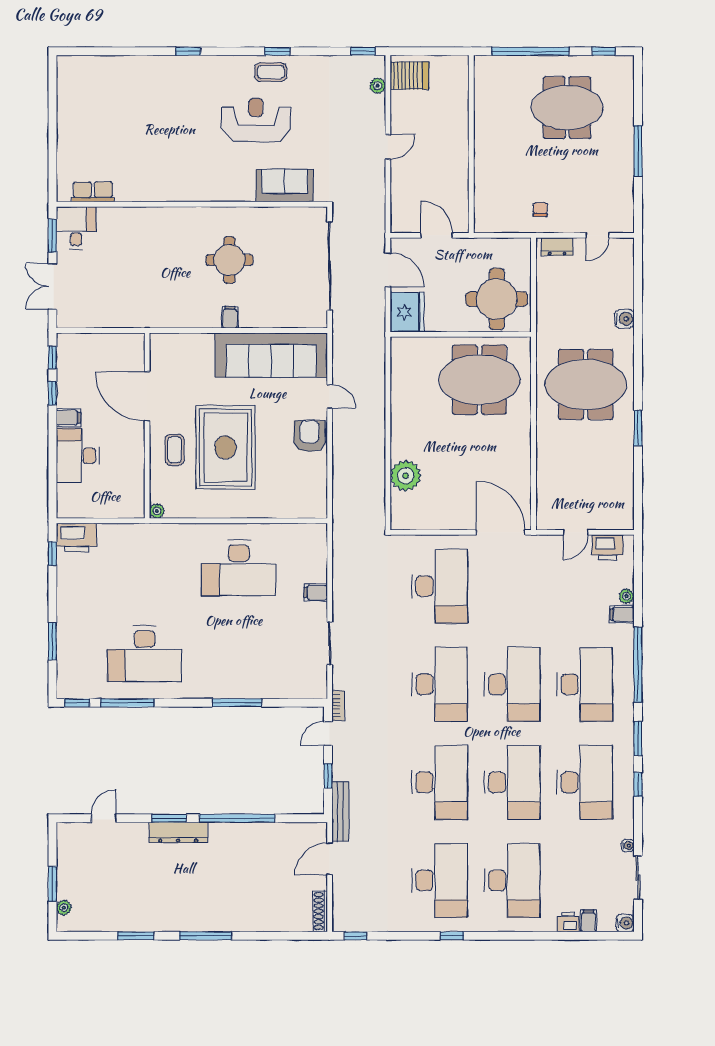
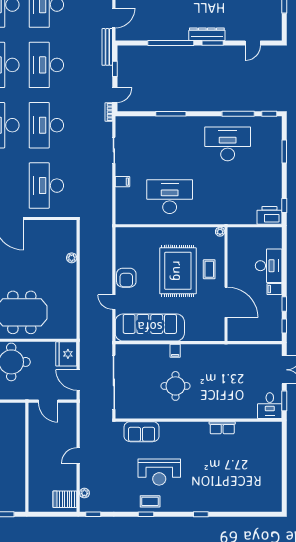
row of seats: (93, 192) -> (222, 428), moved
plant: (406, 476) -> (72, 258), width x0.53, depth x0.53

